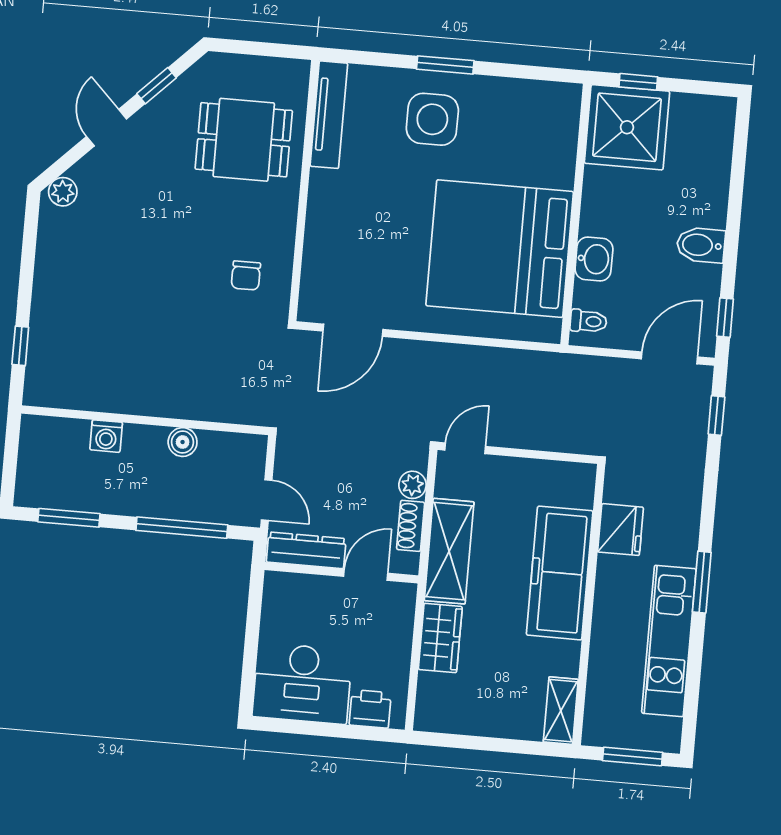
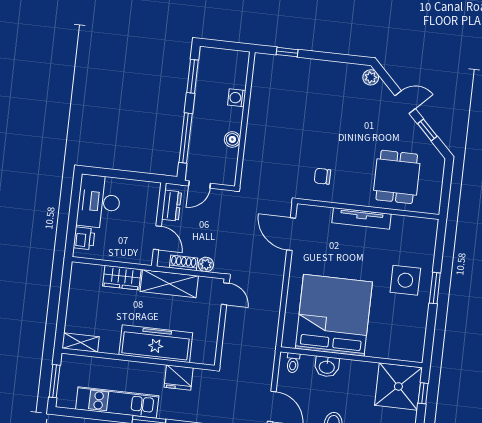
tv unit: (329, 115) -> (361, 218), moved
dresser: (306, 550) -> (172, 206), width x0.70

